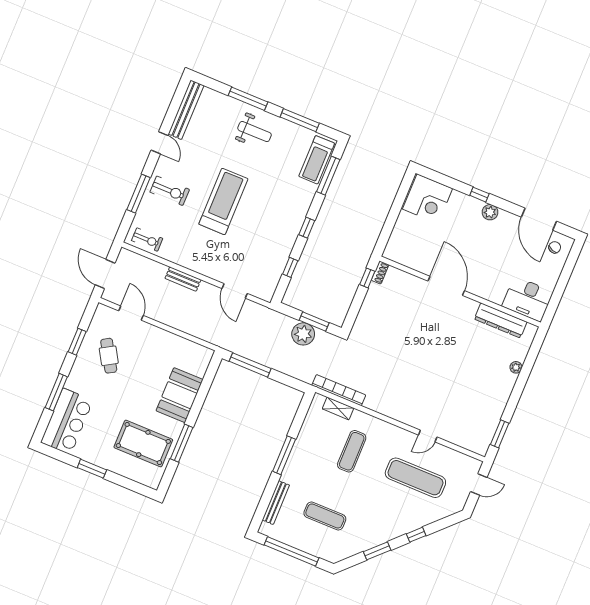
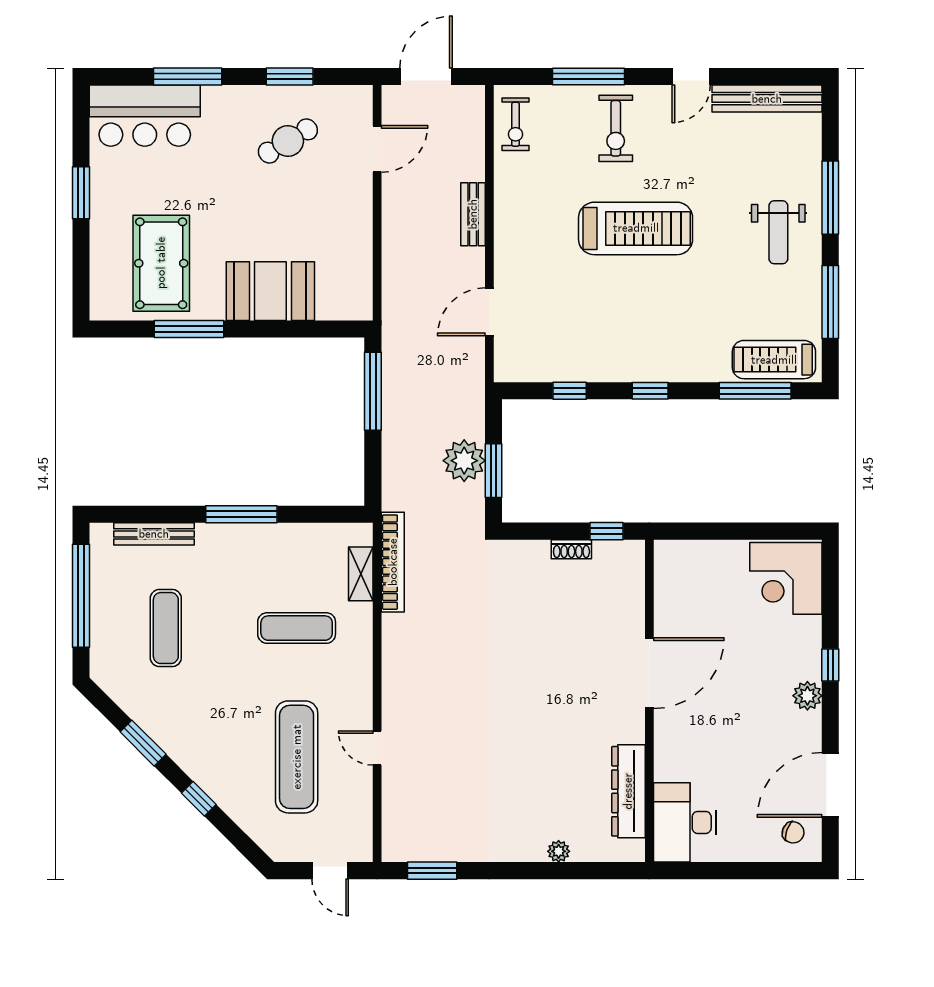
shoe rack: (380, 272) -> (571, 549), moved

